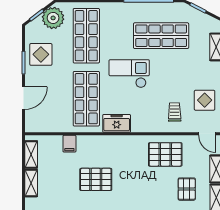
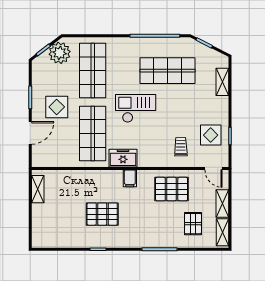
display table: (41, 54) -> (57, 107), moved
filing cabinet: (69, 144) -> (130, 178), moved
shelving: (31, 183) -> (38, 218), removed

